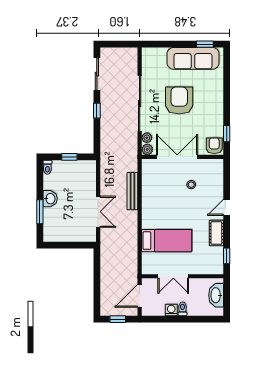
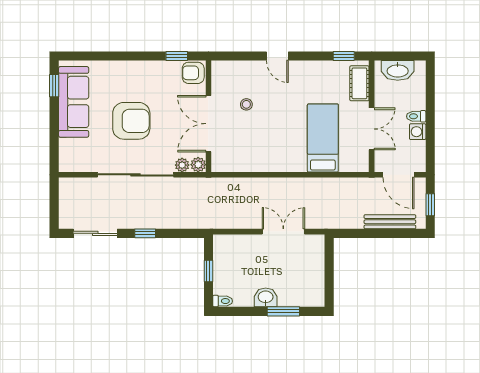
armchair: (179, 100) -> (131, 121), turned 180
bench: (132, 191) -> (390, 222), moved
cot: (216, 233) -> (359, 83), moved, turned 90

